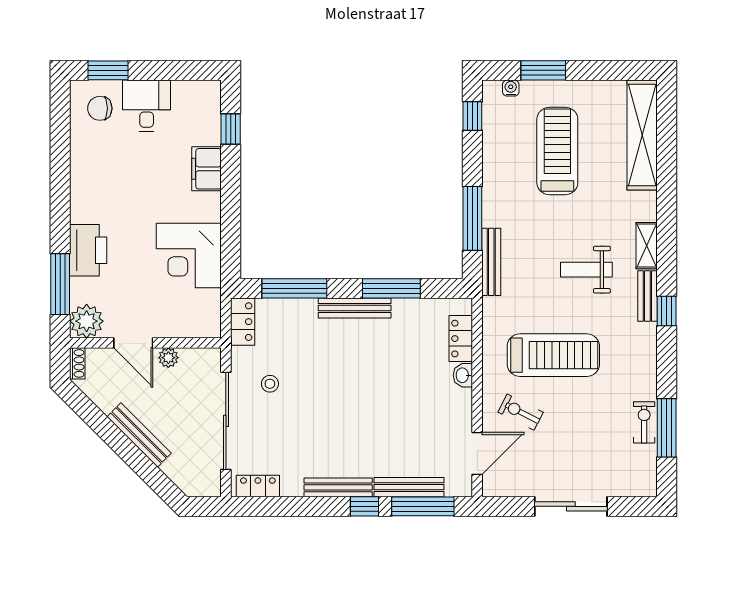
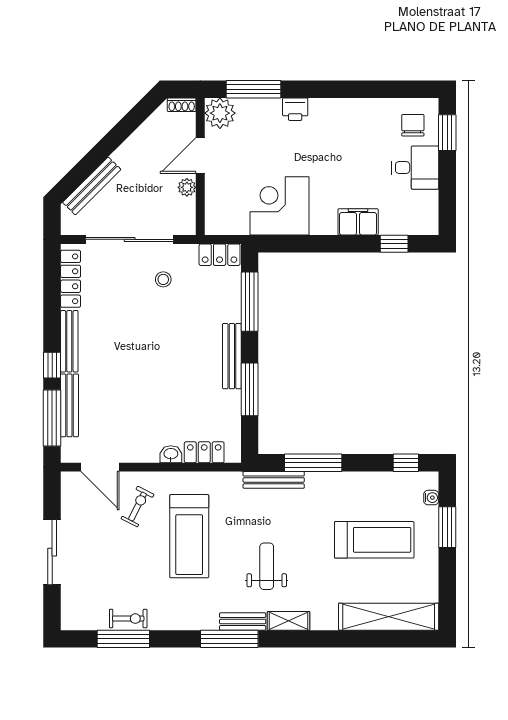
printer: (88, 250) -> (295, 109), width x0.53, depth x0.68
window: (667, 311) -> (229, 639), width x2.17
bench: (139, 435) -> (92, 186), moved
locker: (258, 486) -> (71, 279), width x1.53

